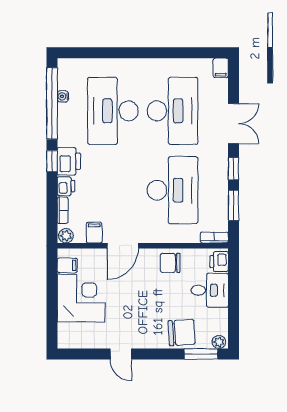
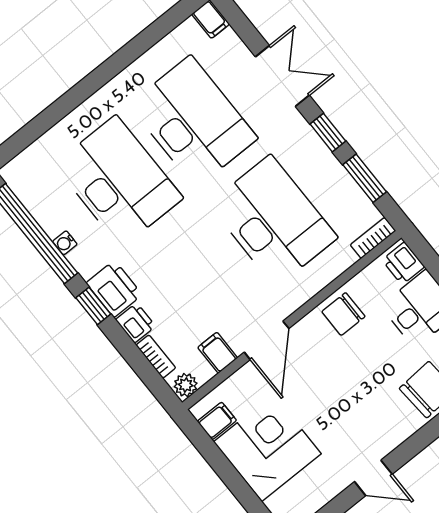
water cooler: (63, 96) -> (65, 243), moved
desk: (113, 111) -> (119, 181), turned 180

